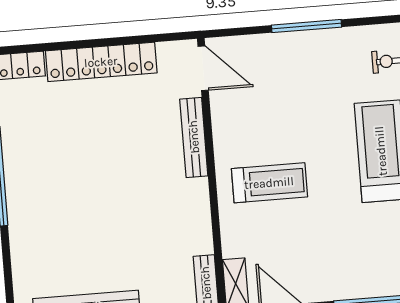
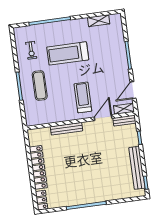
door: (203, 68) -> (103, 118), moved
exercise mat: (305, 77) -> (40, 85), added

